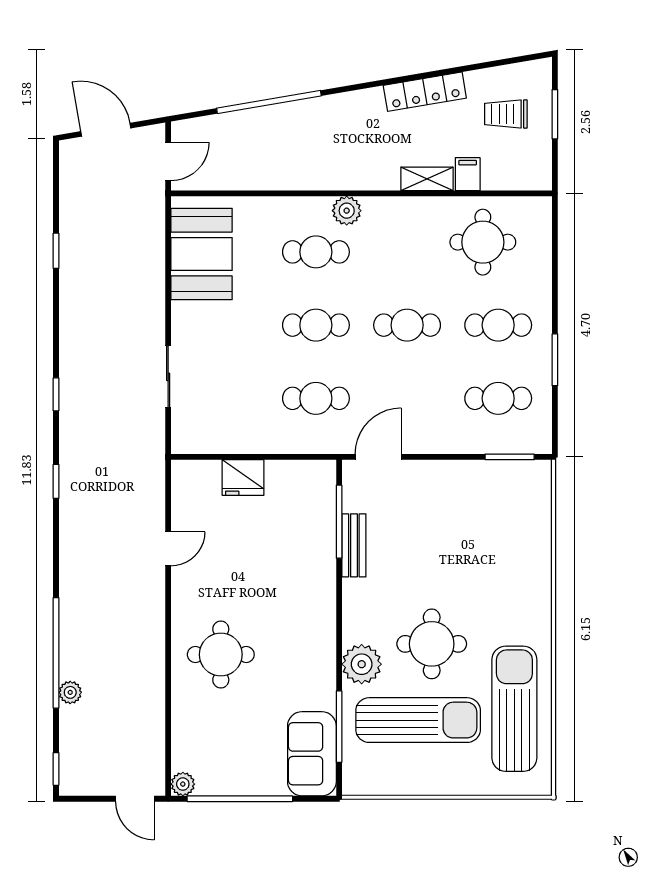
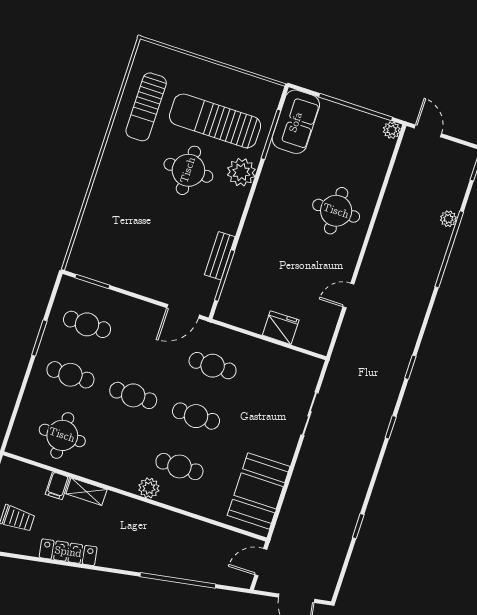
sun lounger: (514, 709) -> (146, 107), width x0.73, depth x0.75

